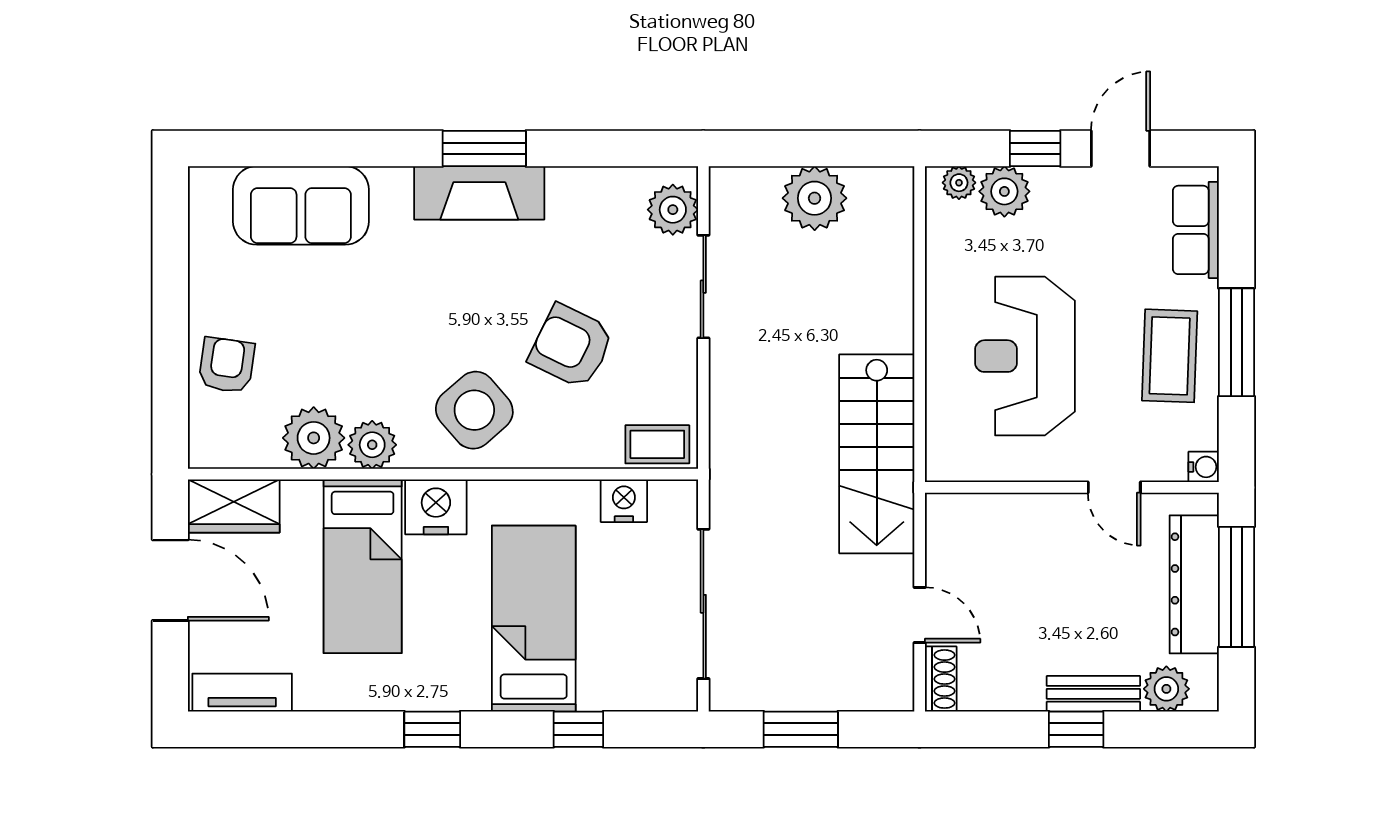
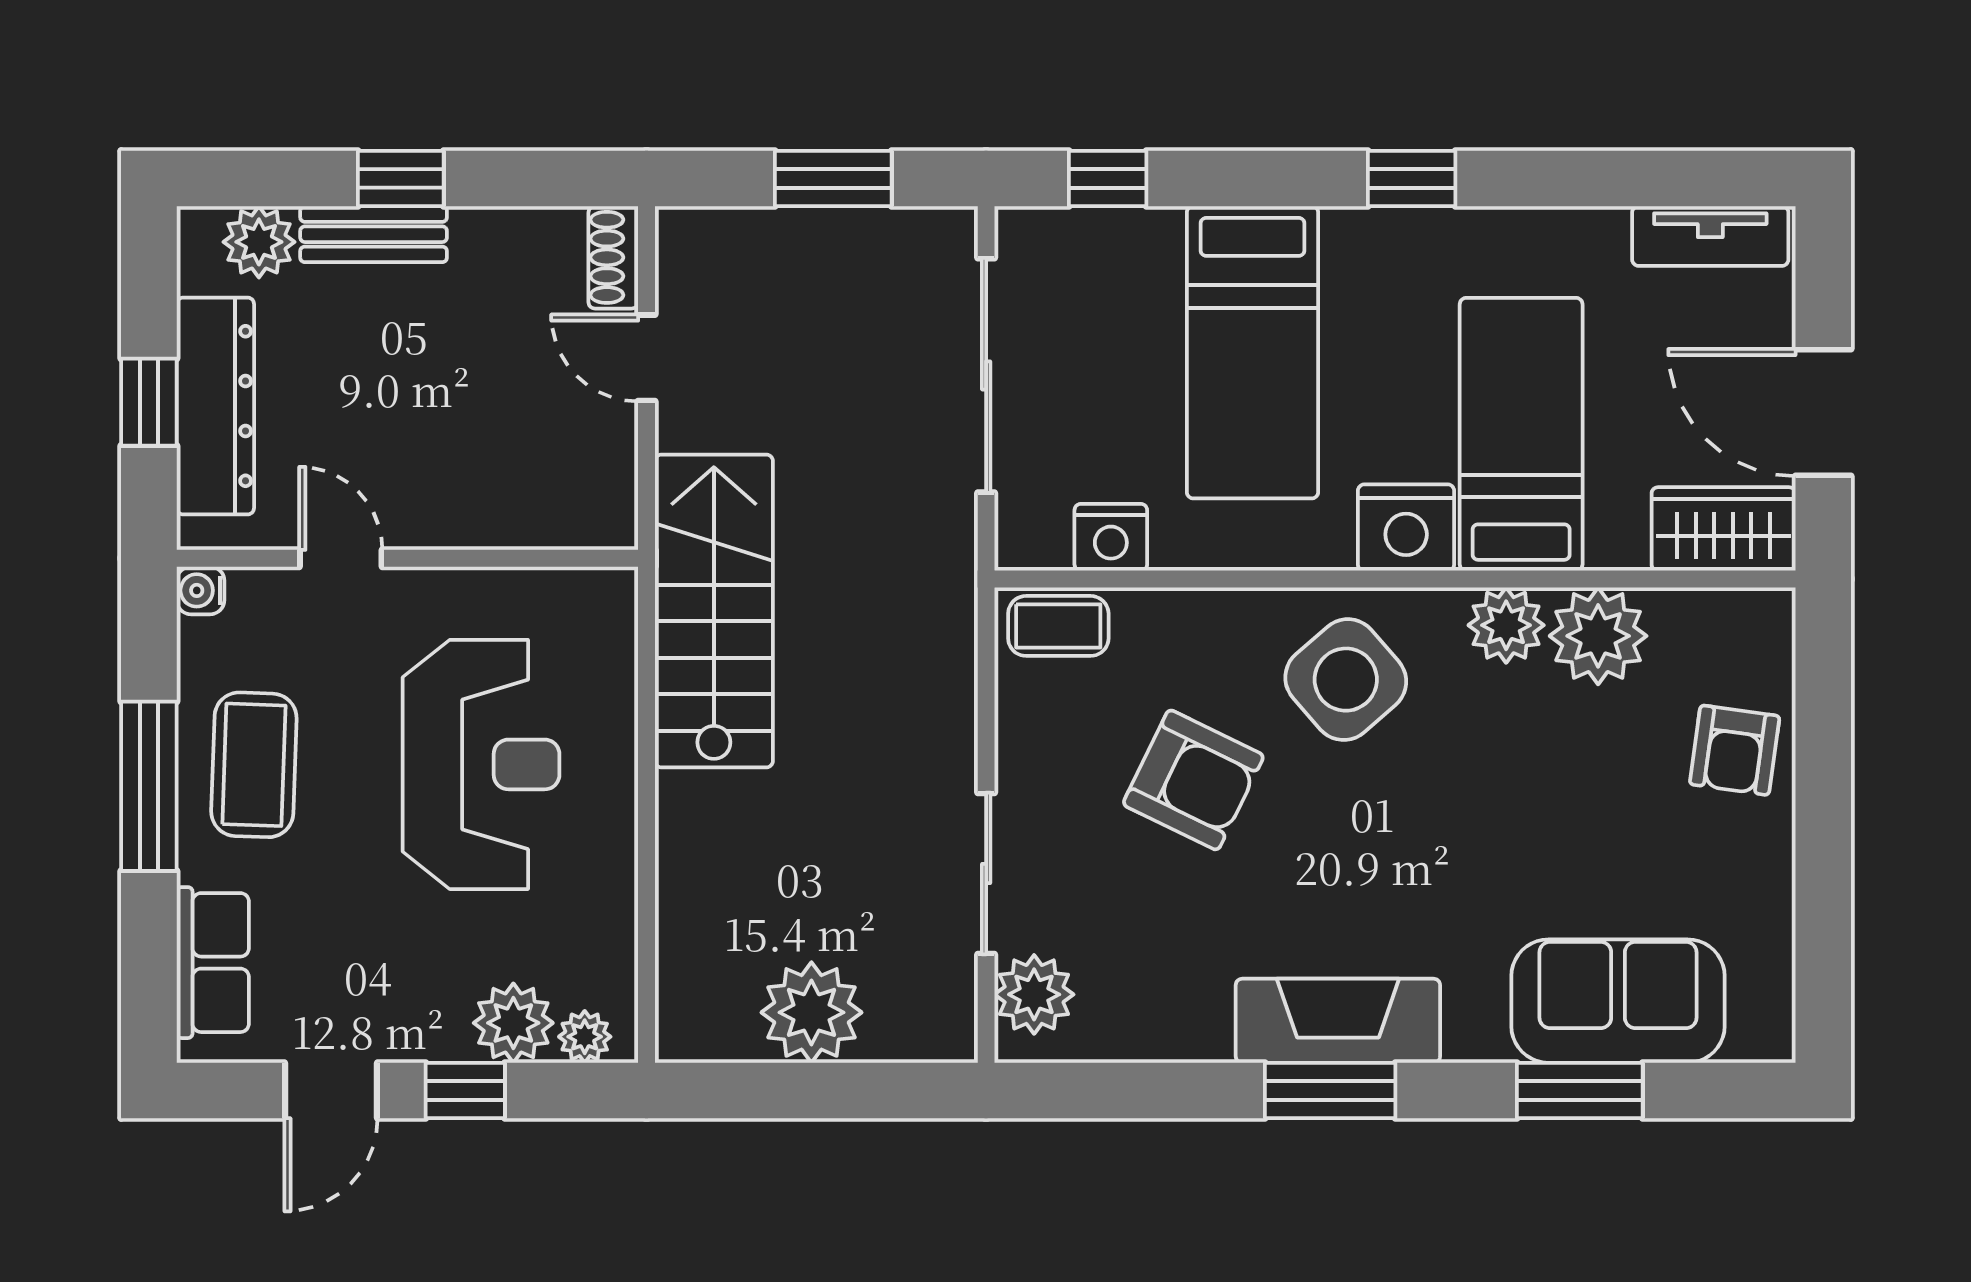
window: (325, 148) -> (1580, 1090), added
window: (1236, 587) -> (149, 402), width x0.46
window: (578, 729) -> (1108, 178), moved

